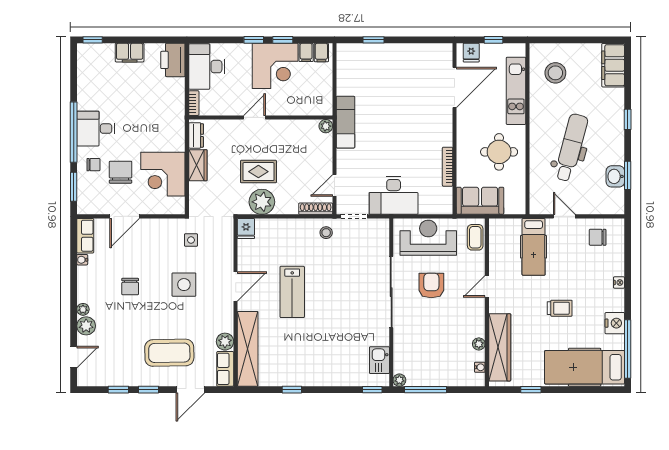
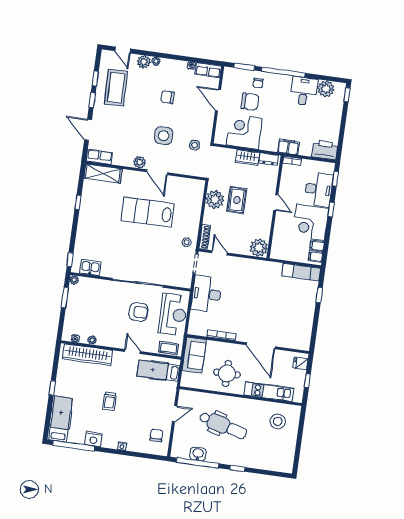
window: (283, 40) -> (335, 179), moved
filing cabinet: (130, 53) -> (288, 147), moved, turned 90
filing cabinet: (613, 65) -> (277, 463), removed
desk: (207, 67) -> (319, 189), moved, turned 90
plant: (88, 70) -> (326, 89), added
door: (454, 88) -> (261, 346), moved
exam couch: (345, 122) -> (301, 272), moved
plant: (326, 126) -> (259, 248), width x1.87, depth x1.87
desk: (96, 129) -> (304, 91), moved
window: (628, 175) -> (198, 463), width x2.11
fridge: (246, 228) -> (197, 185), removed
hospital bed: (534, 247) -> (158, 371), moved
lab bench: (292, 292) -> (148, 212), width x1.36, depth x1.39
plant: (225, 342) -> (140, 162), moved
shelving: (248, 349) -> (103, 174), width x0.68
coffee table: (169, 353) -> (116, 88), moved
hospital bed: (585, 367) -> (60, 419), width x0.73, depth x0.78
window: (426, 390) -> (65, 298), width x0.69
window: (531, 390) -> (52, 388), moved

